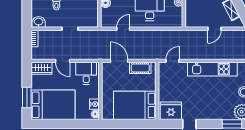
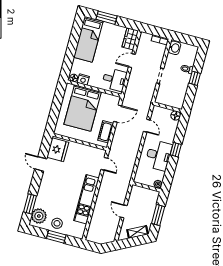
bed: (53, 105) -> (88, 39), width x0.67
bed: (135, 105) -> (83, 108), moved, turned 180

